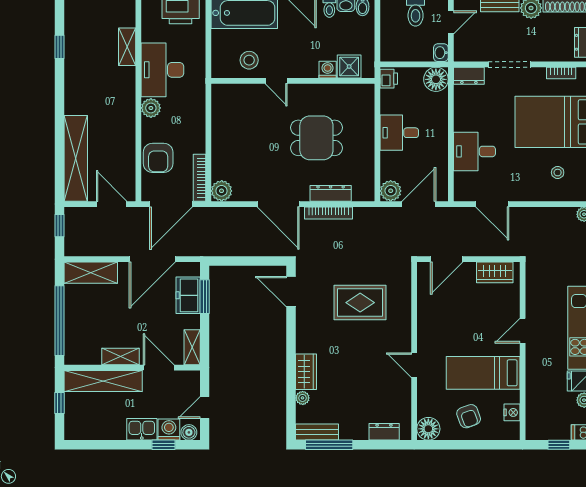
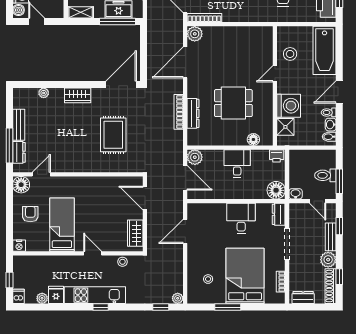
washing machine: (328, 70) -> (289, 106), width x1.89, depth x1.89
floor lamp: (366, 110) -> (253, 139), added
dining table: (316, 138) -> (233, 103), turned 90
desk: (474, 151) -> (241, 218), moved
door: (278, 204) -> (185, 62), moved
stool: (534, 290) -> (122, 262), added
door: (291, 292) -> (121, 85), width x1.36
window: (205, 297) -> (118, 21), width x1.44
door: (414, 365) -> (41, 174), moved
wardrobe: (306, 372) -> (78, 95), moved
nightstand: (512, 412) -> (19, 246), moved
armchair: (469, 416) -> (30, 214), turned 110
bench: (317, 432) -> (19, 125), moved
window: (329, 445) -> (9, 145), moved

